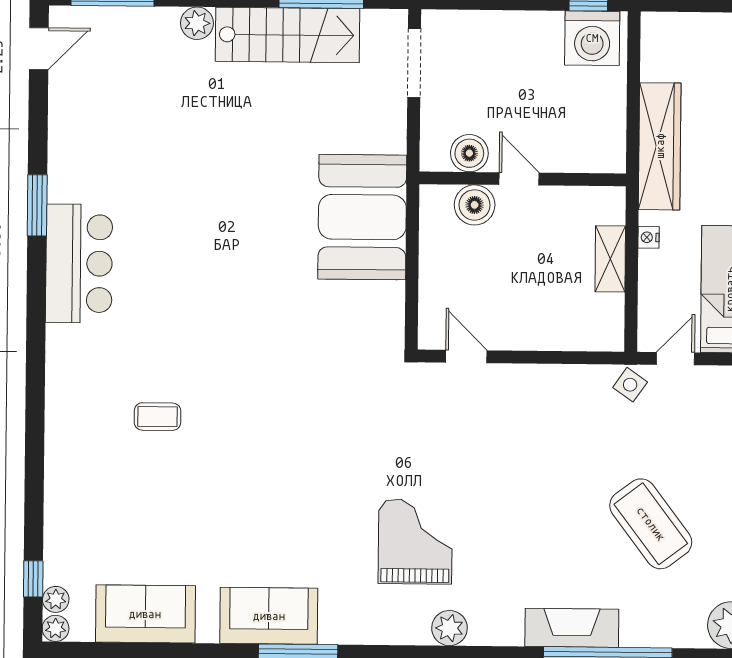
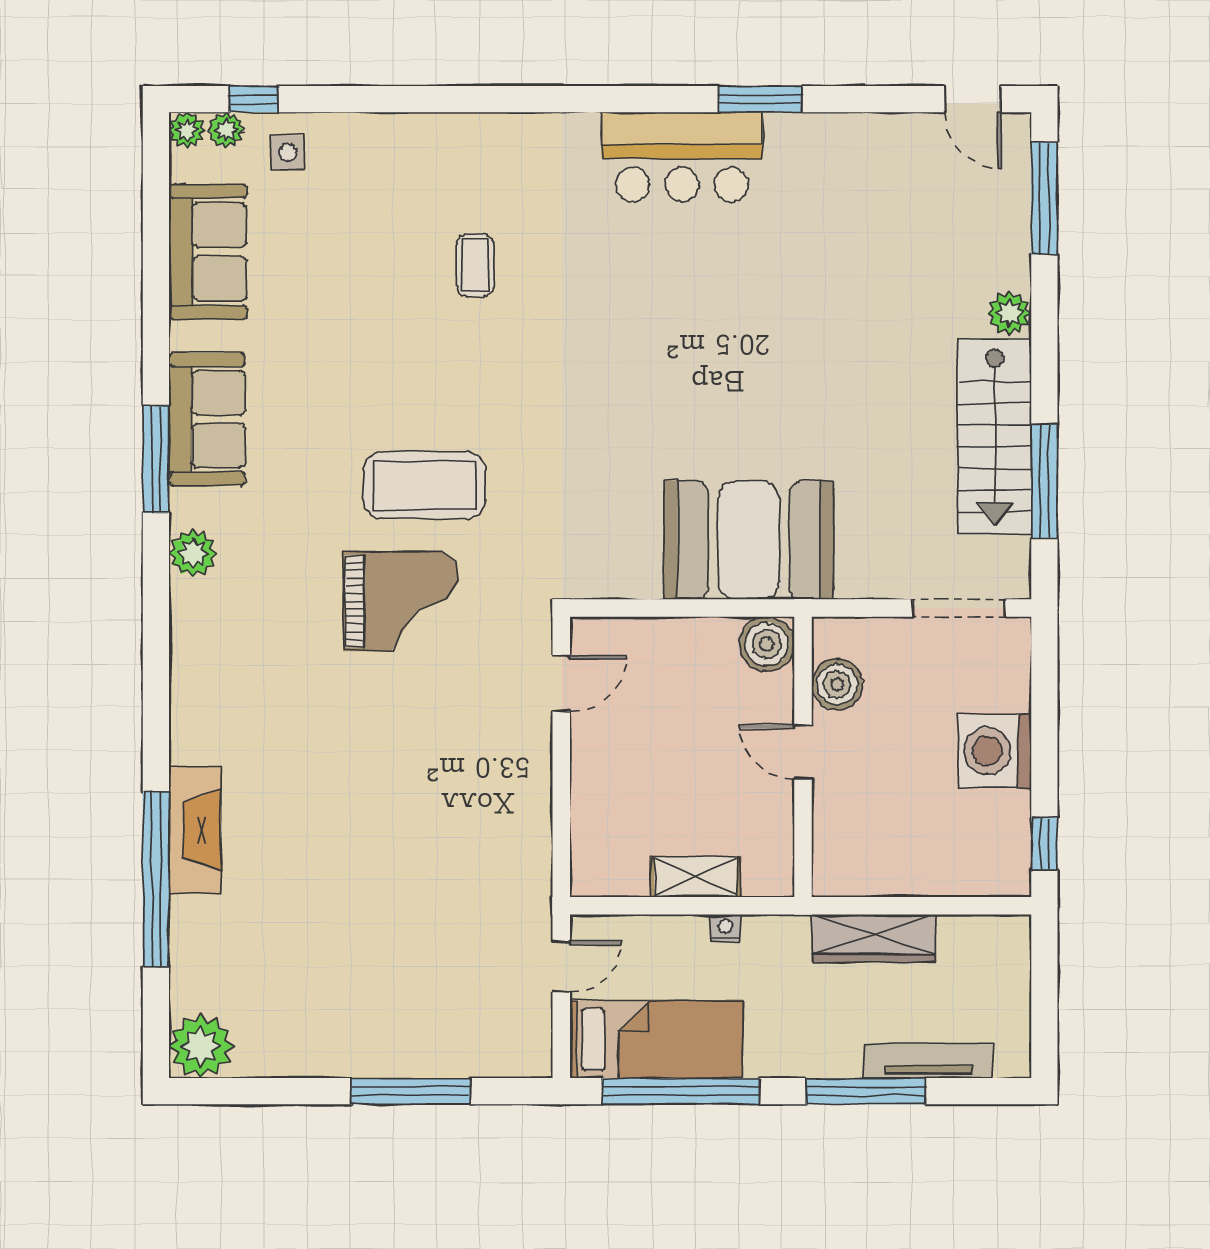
washing machine: (592, 38) -> (995, 751), moved
wardrobe: (660, 146) -> (874, 938), width x0.71, depth x0.85
door: (519, 179) -> (803, 752), swing flipped
boiler: (475, 205) -> (767, 644), moved
door: (675, 359) -> (561, 967), hinge flipped
side table: (630, 385) -> (288, 152), moved, turned -35
coffee table: (651, 524) -> (424, 485), moved, turned 37
grand piano: (415, 542) -> (401, 601), moved
plant: (450, 628) -> (193, 553), moved

